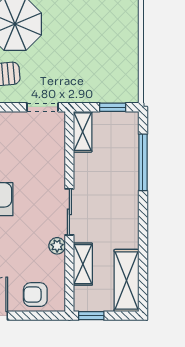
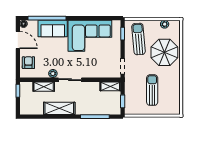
sun lounger: (90, 48) -> (152, 90), added
shelving: (126, 281) -> (59, 108), moved

